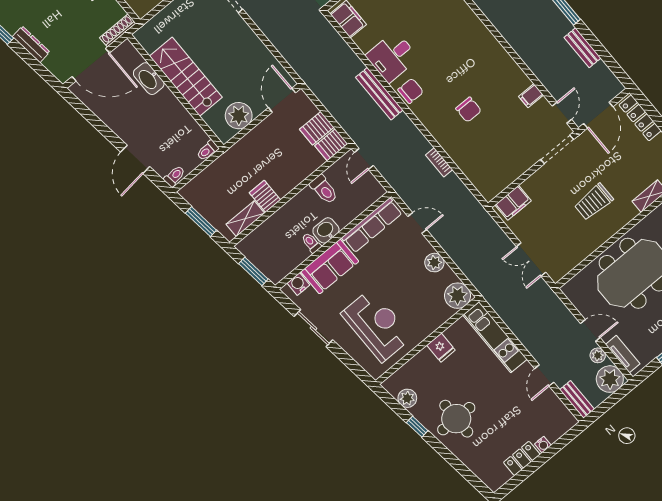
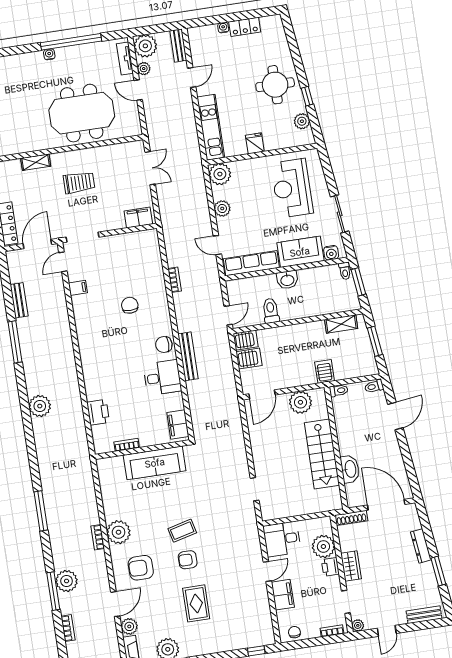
server rack: (265, 196) -> (325, 371), moved, turned 180
toilet: (311, 243) -> (345, 271), moved

